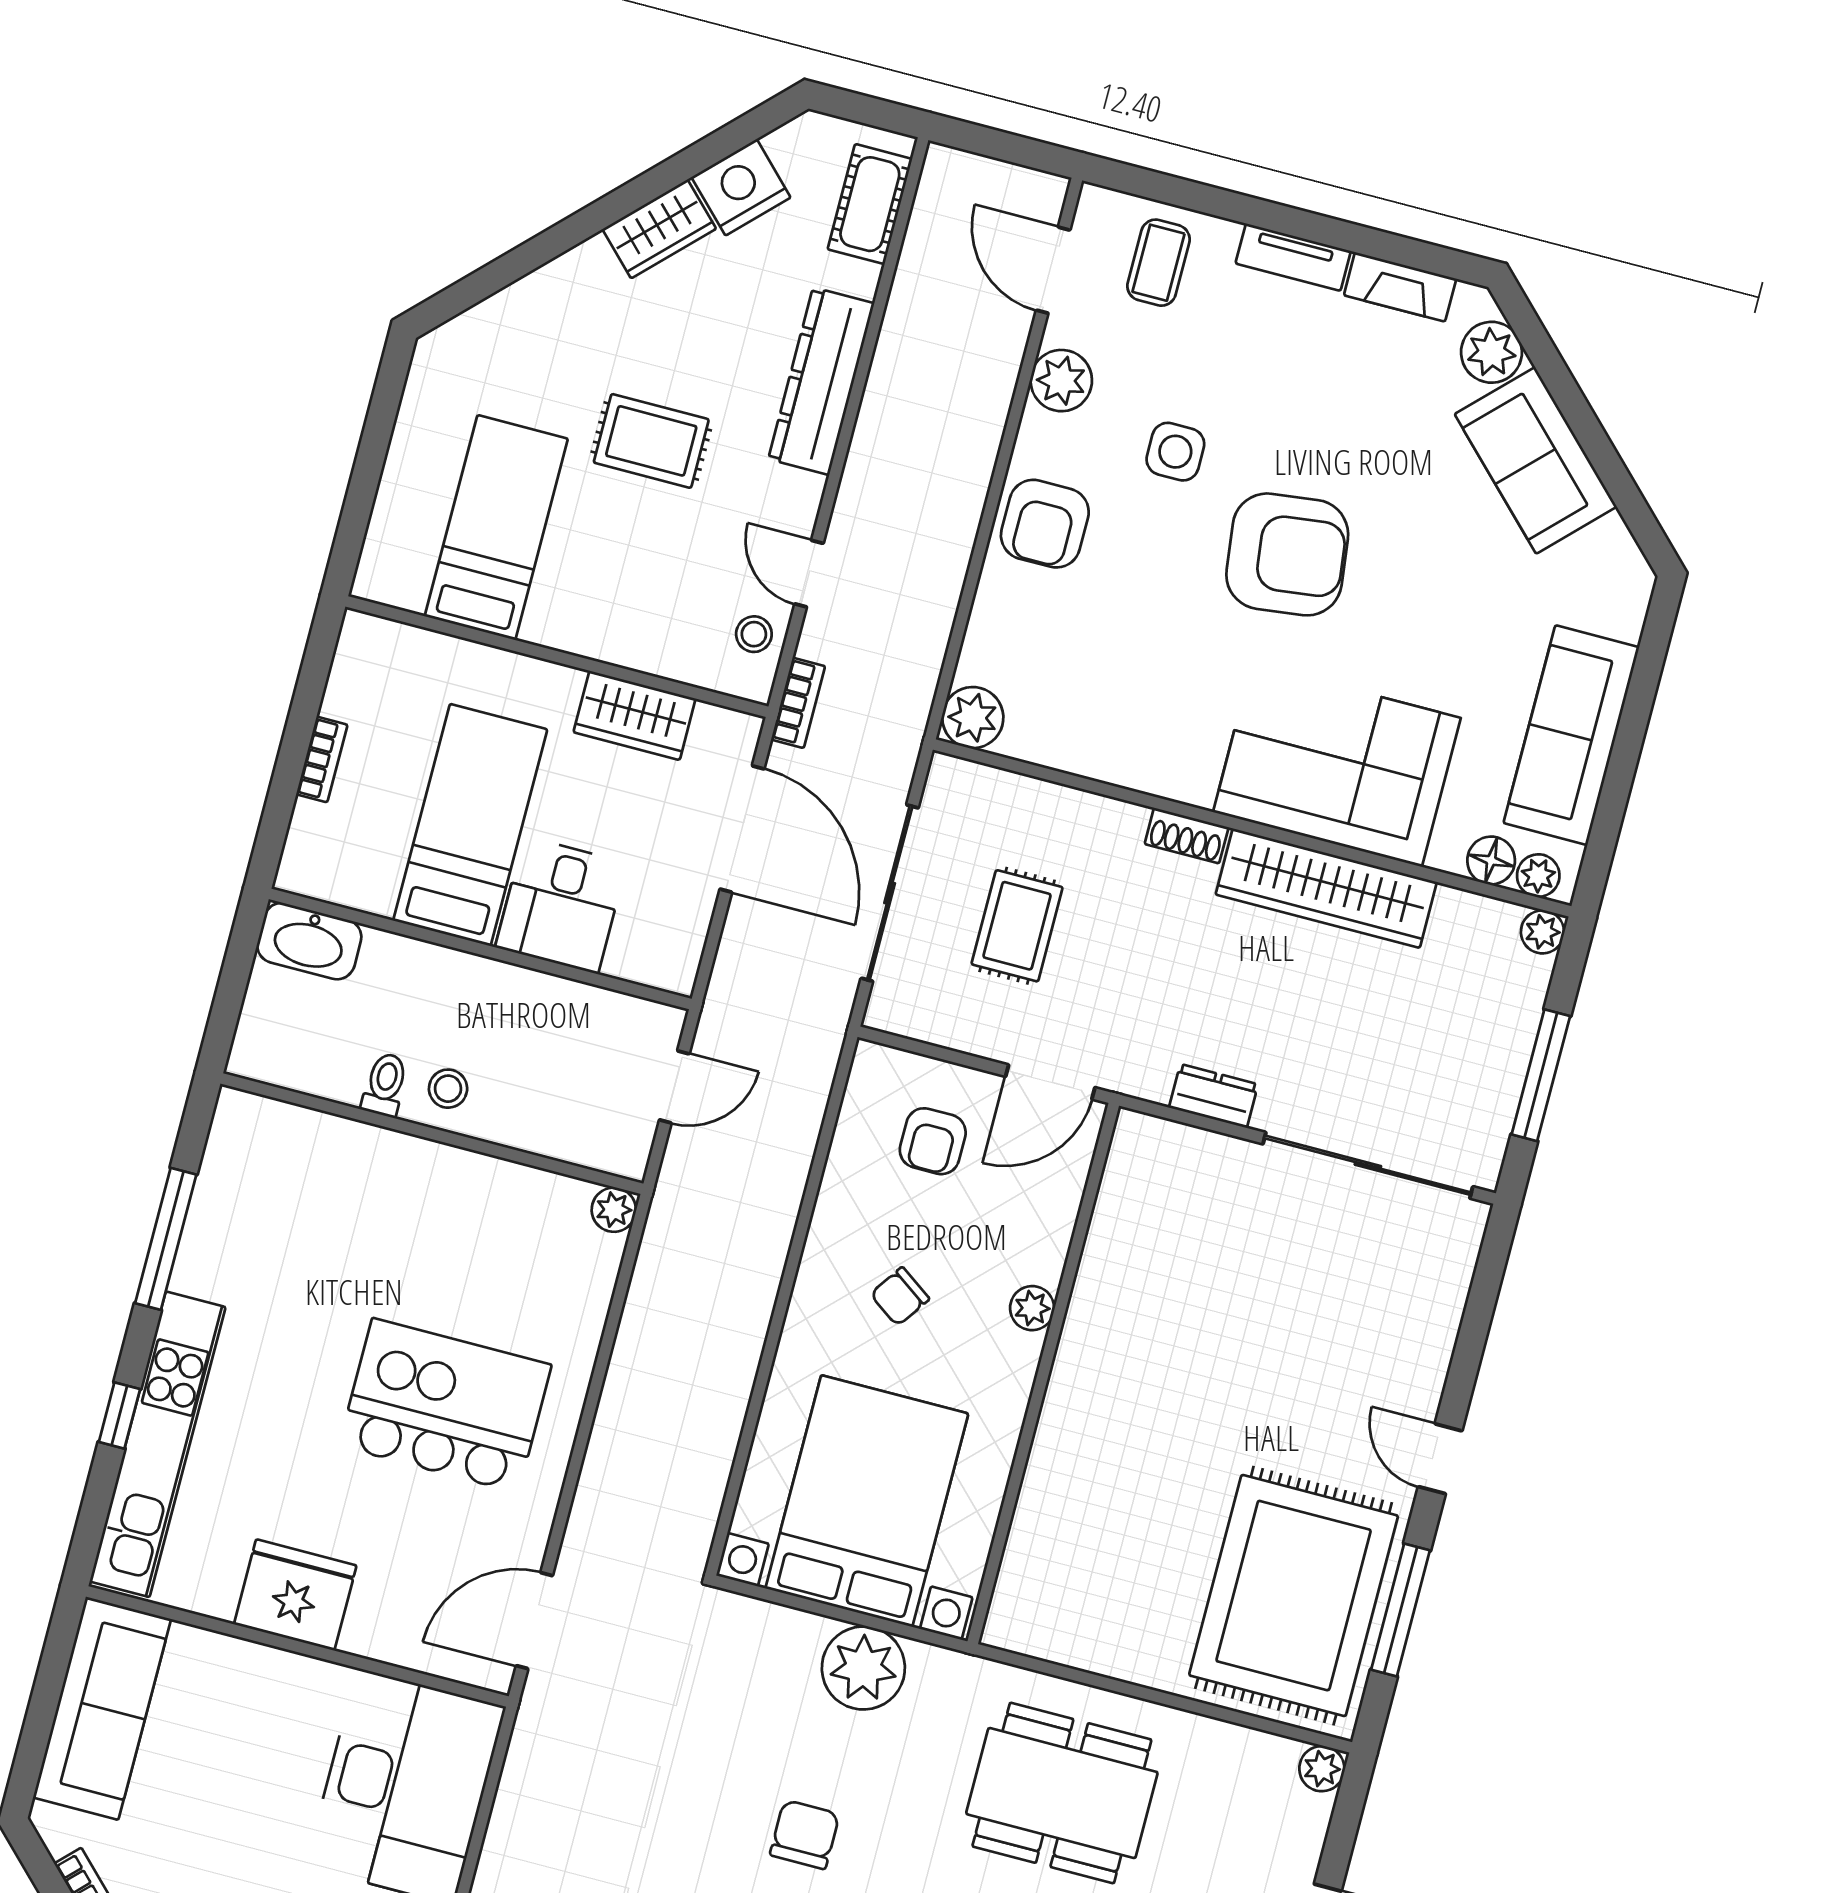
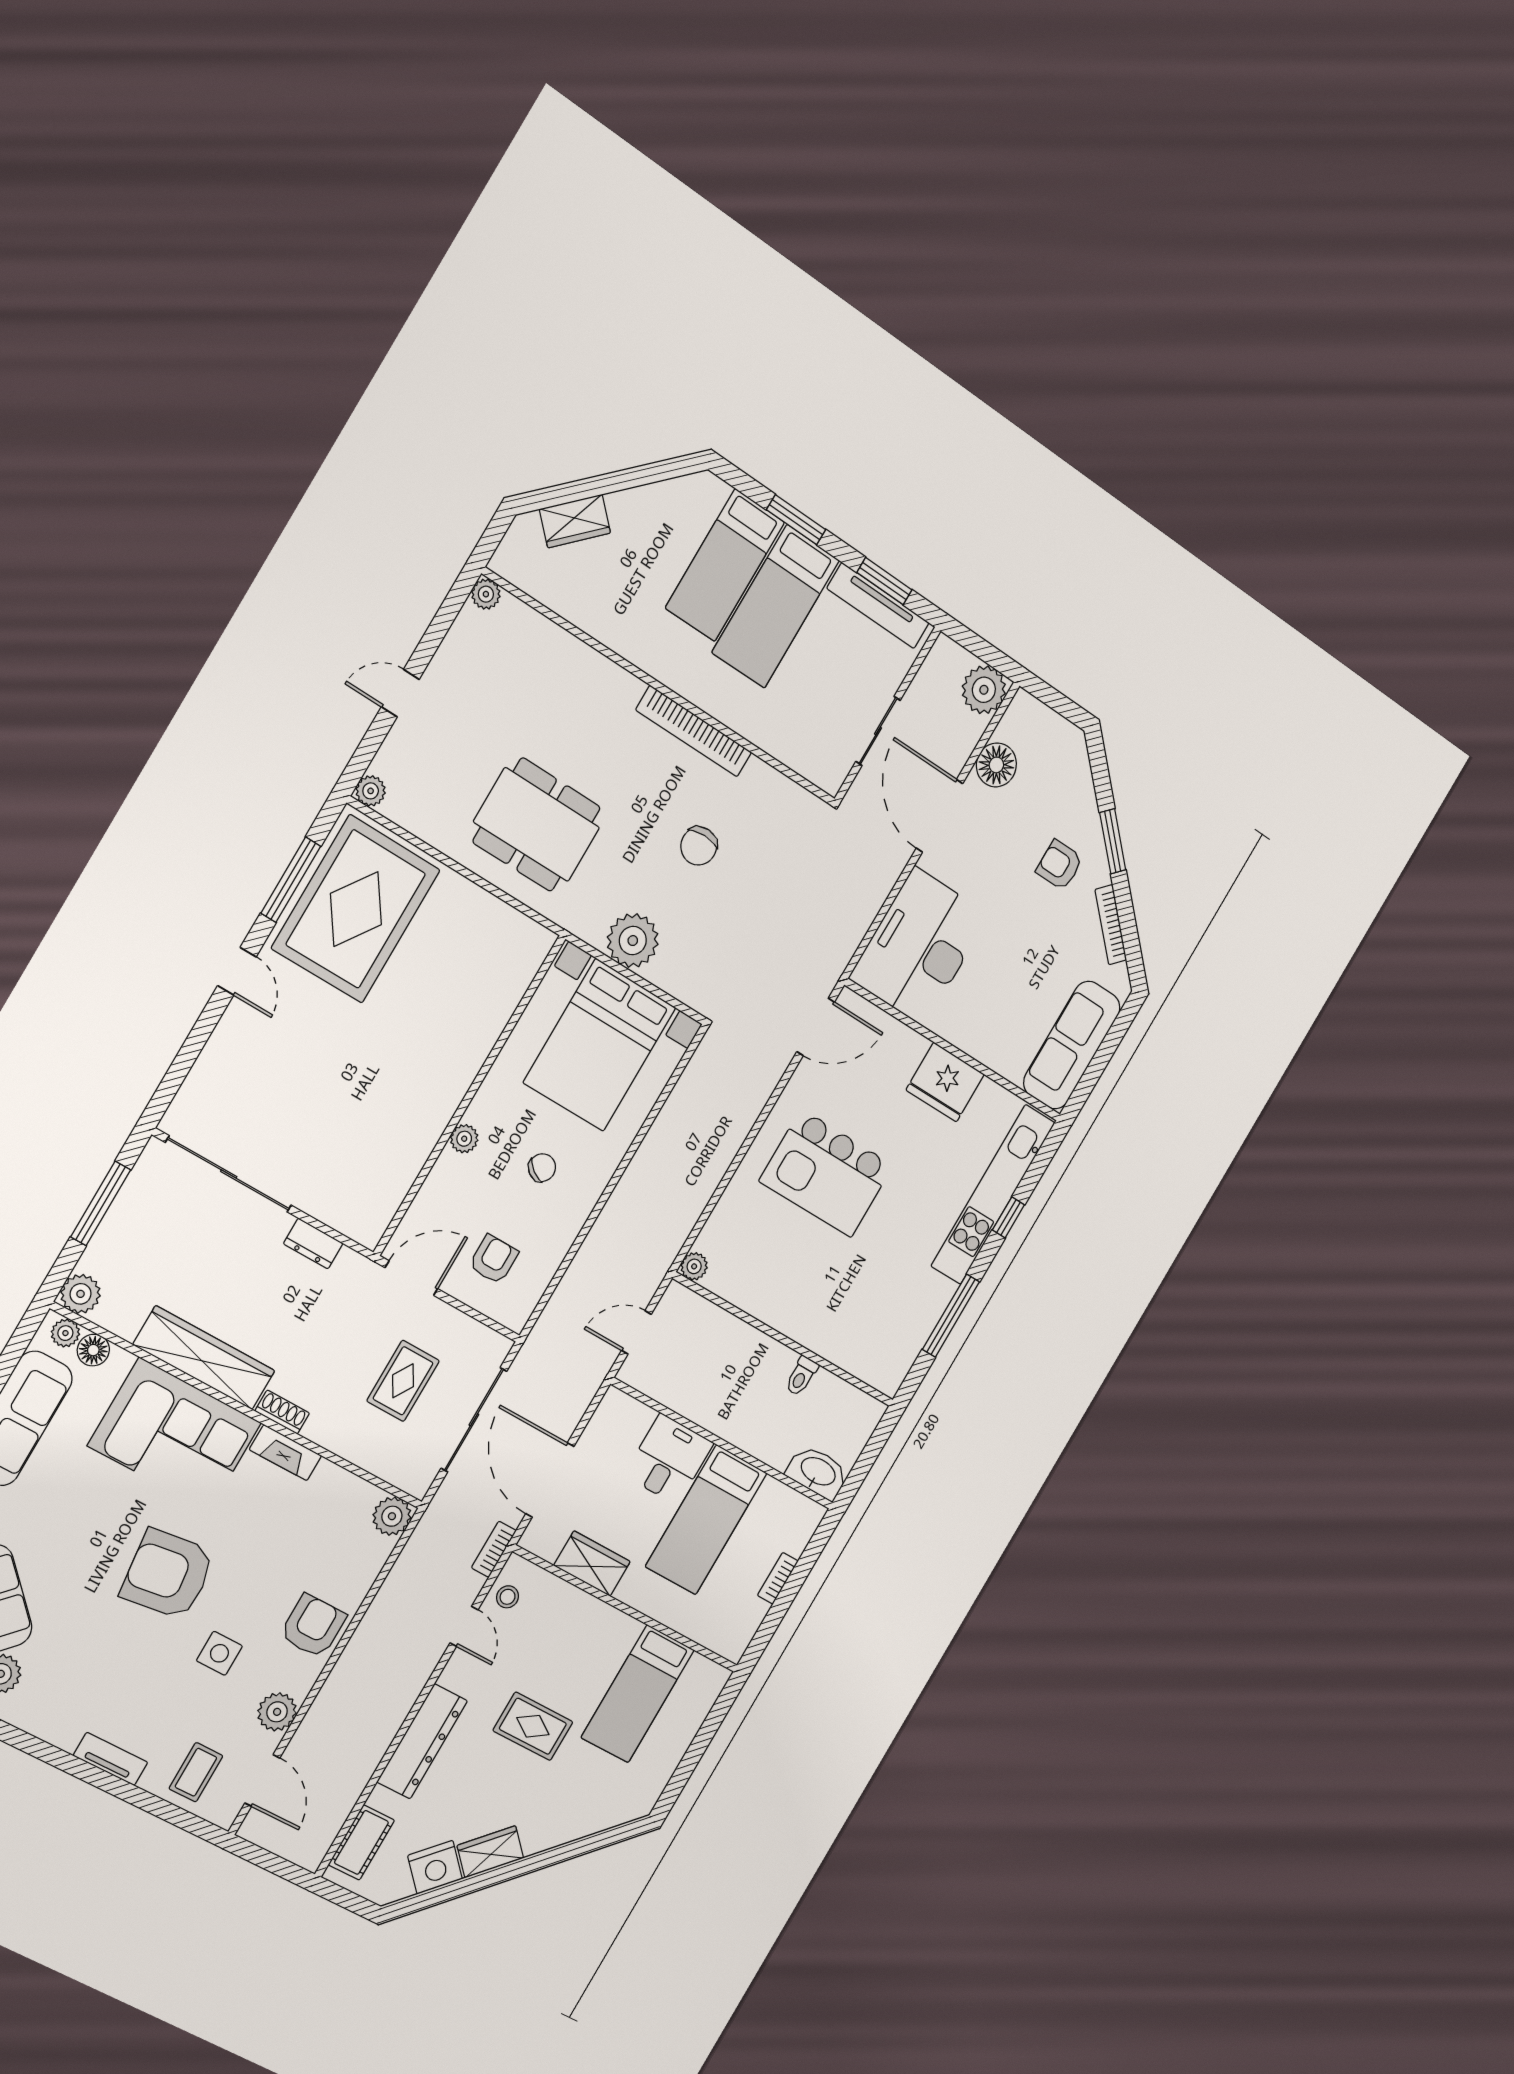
fireplace: (1400, 287) -> (285, 1453), moved, turned 180
plant: (1542, 932) -> (81, 1294), width x1.38, depth x1.38
stool: (448, 1089) -> (767, 1364), removed

